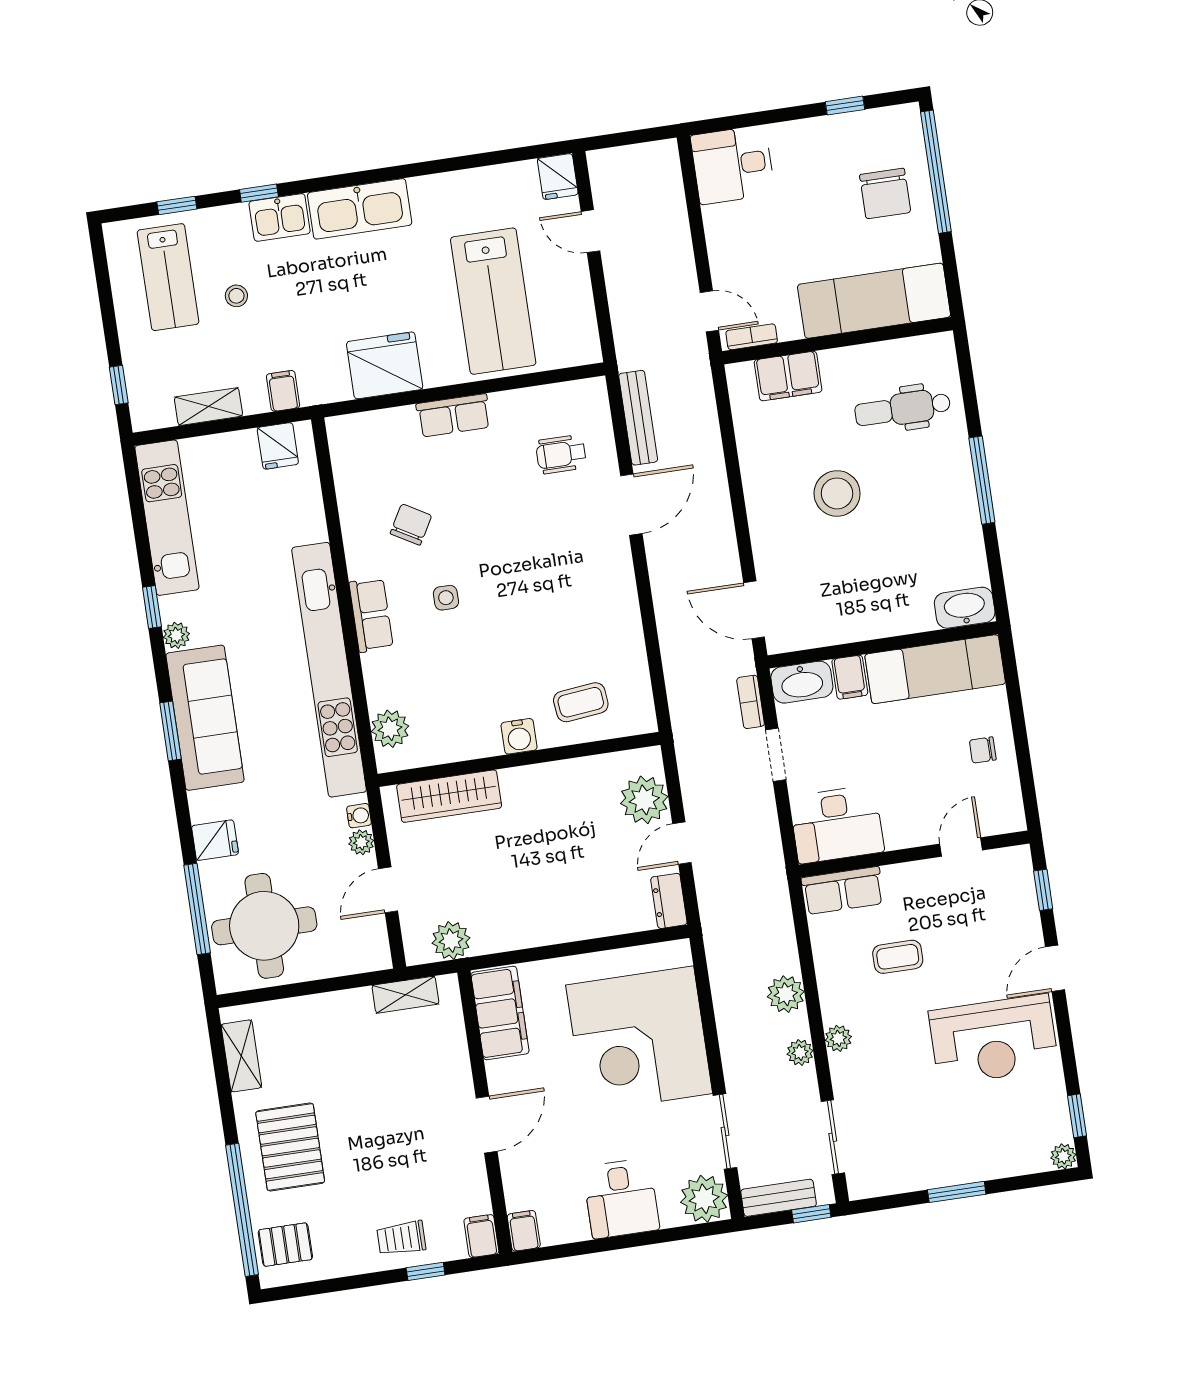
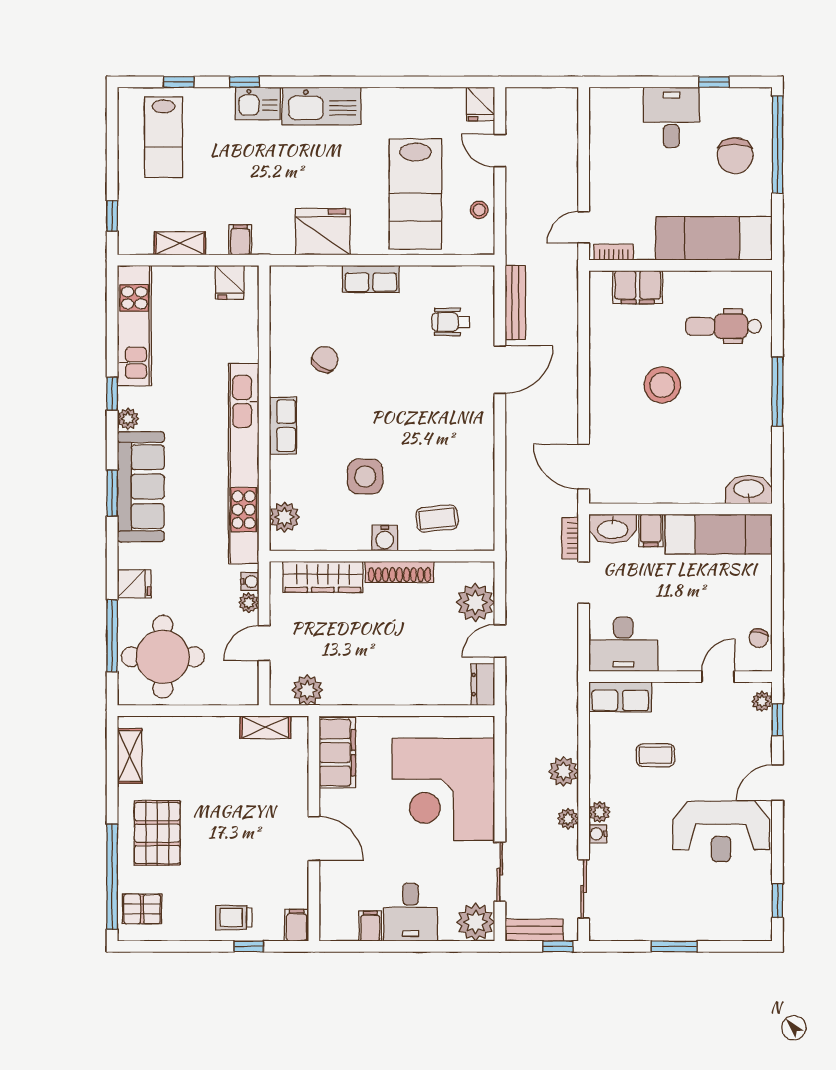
desk: (733, 165) -> (671, 117), moved, turned 90
stool: (236, 296) -> (479, 210), moved
door: (709, 311) -> (584, 227), swing flipped
side table: (446, 598) -> (365, 476), moved, width x1.87, depth x1.87
chair: (983, 750) -> (759, 638), moved, turned -77
shoe rack: (544, 776) -> (399, 572), added
water cooler: (840, 1066) -> (598, 834), added
door: (487, 1125) -> (314, 839), hinge flipped
plant: (1063, 1156) -> (762, 701), moved
filing cabinet: (524, 1231) -> (370, 926), moved

